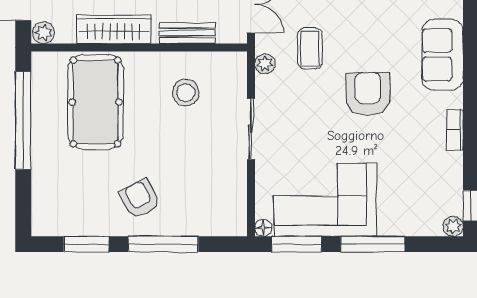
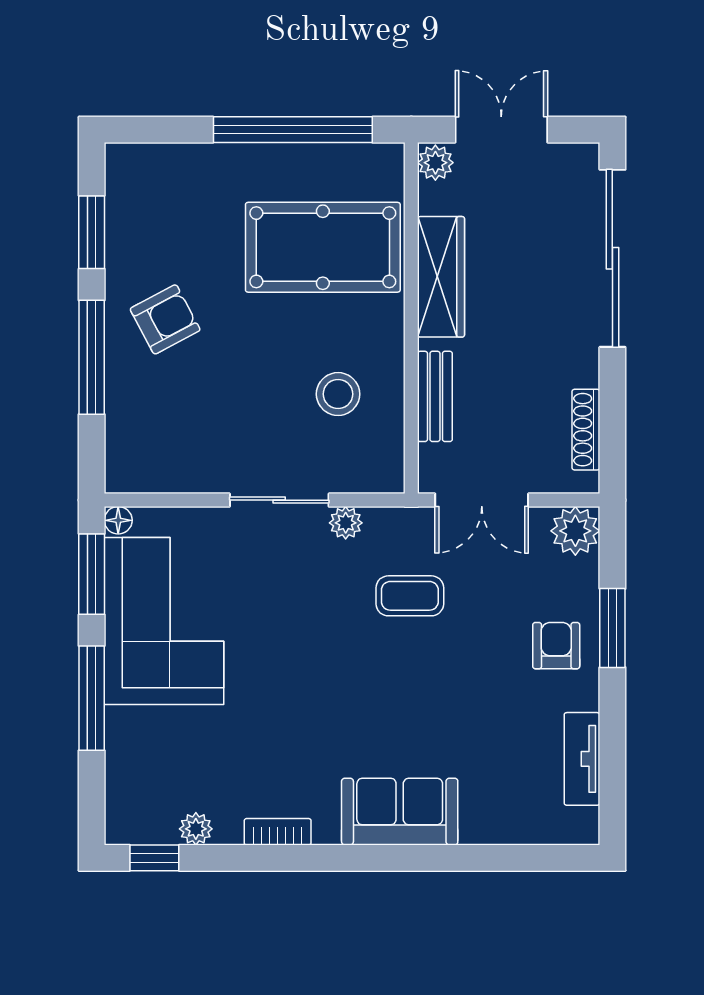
plant: (265, 64) -> (346, 523), moved
armchair: (368, 94) -> (336, 690), removed
plant: (453, 226) -> (196, 829), moved

